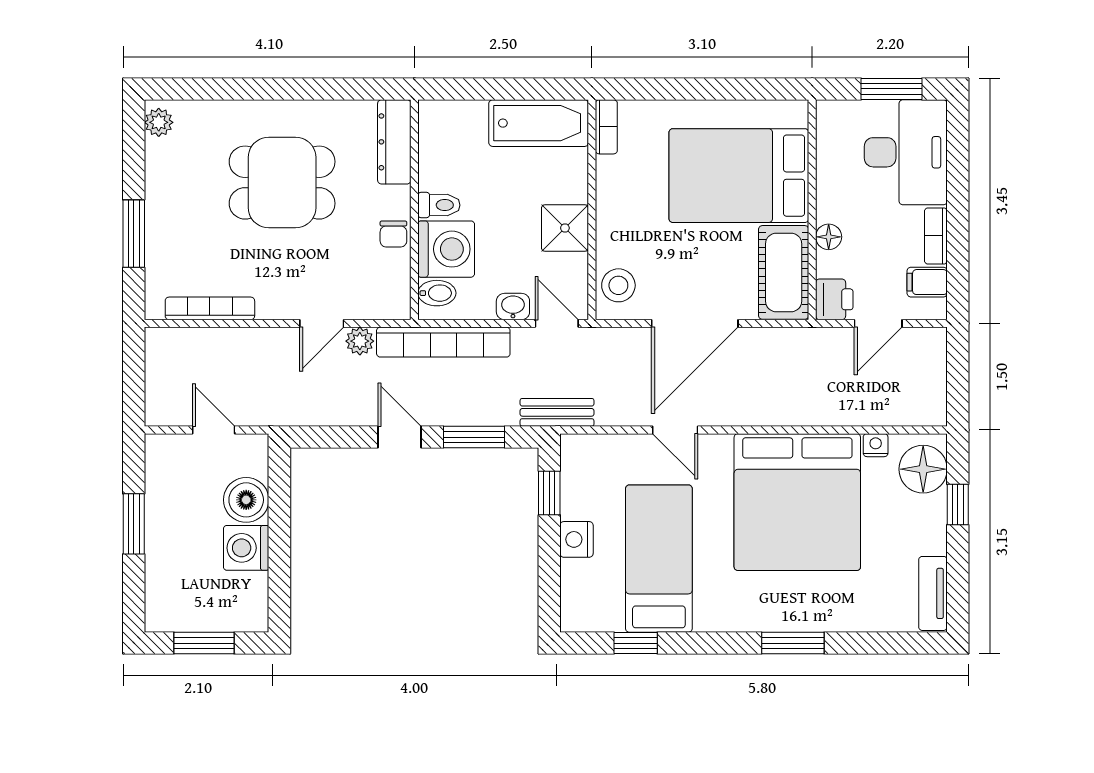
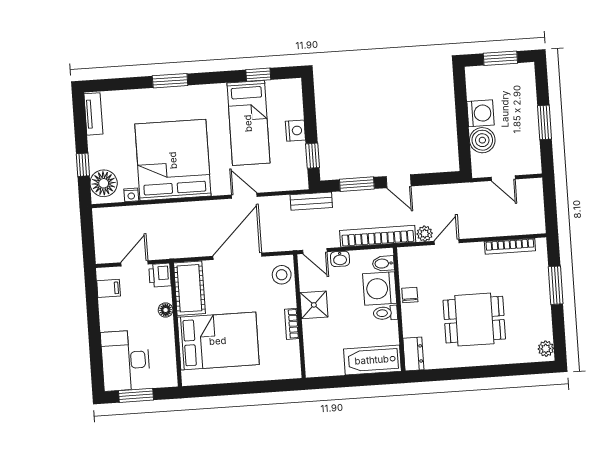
bathtub: (539, 123) -> (372, 360), moved
bookcase: (606, 127) -> (292, 324), moved
dresser: (394, 142) -> (413, 354), width x0.70
bookcase: (936, 236) -> (105, 315), removed

